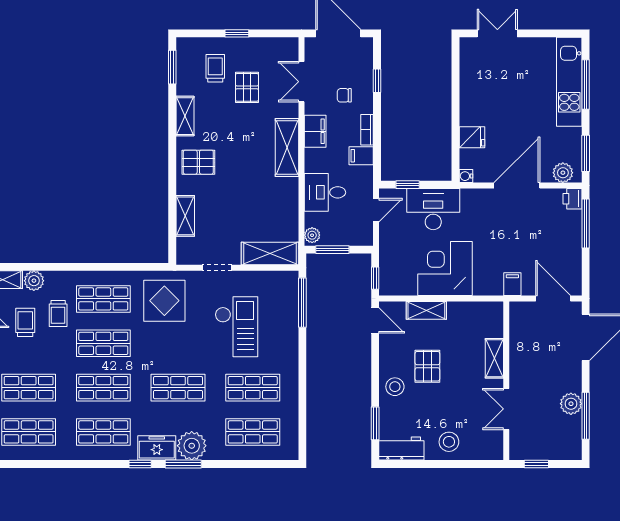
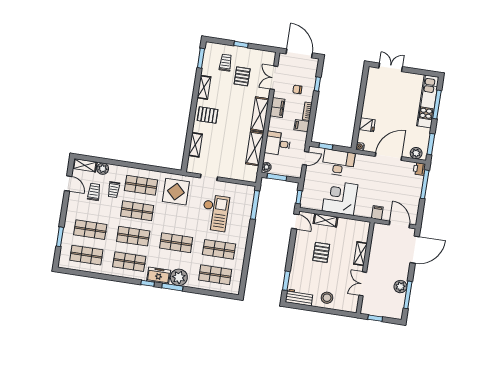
shelving: (270, 254) -> (255, 148), moved, turned 90
stool: (395, 387) -> (301, 261), removed

